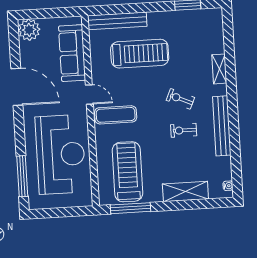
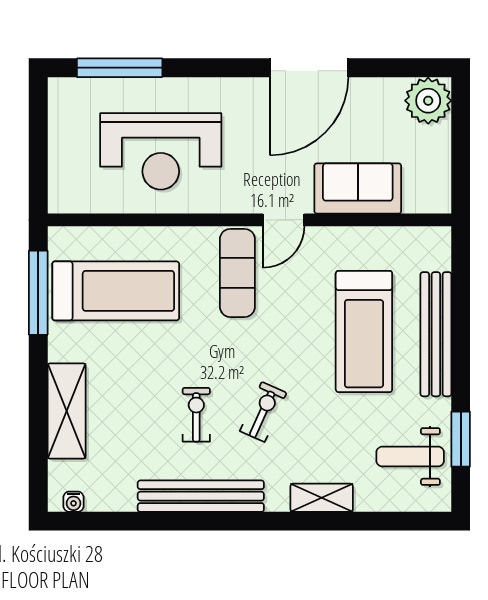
bench: (117, 21) -> (436, 334), moved
weight bench: (197, 28) -> (410, 457), added
sofa: (72, 53) -> (358, 189), width x0.73
reception desk: (60, 154) -> (161, 151), width x0.74, depth x0.77

